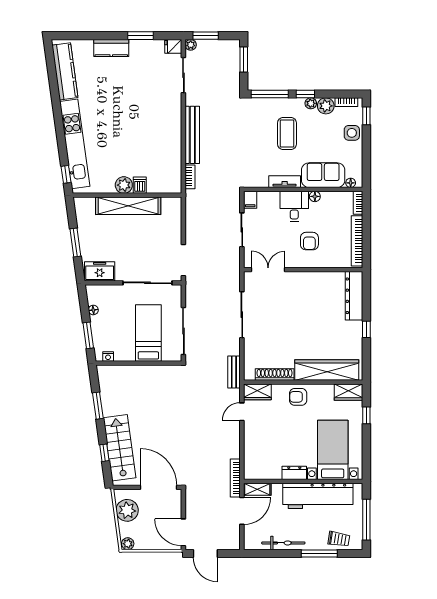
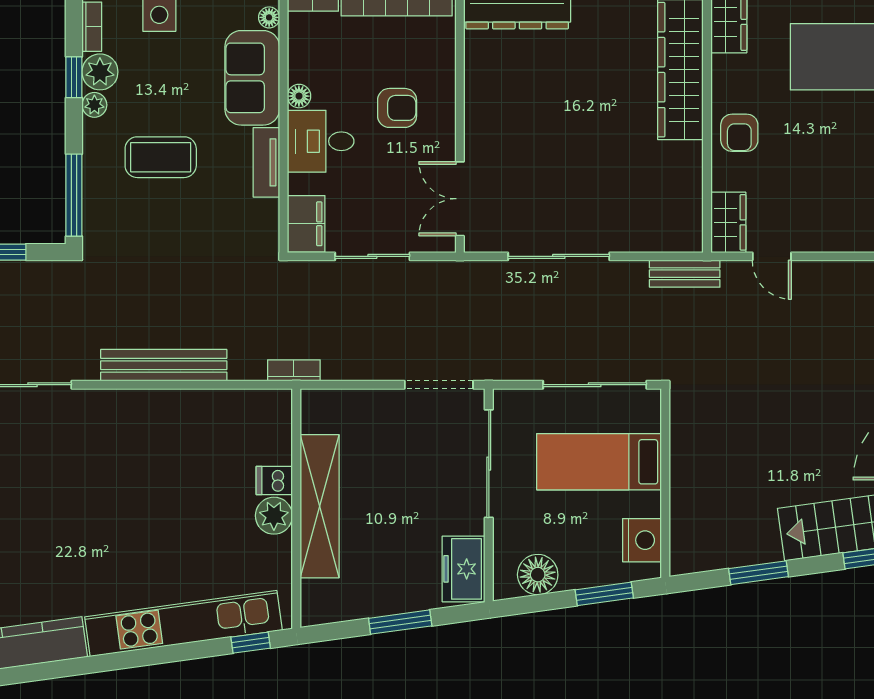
window: (305, 94) -> (74, 77), moved
bookcase: (190, 177) -> (294, 370), moved
filing cabinet: (250, 200) -> (306, 224), width x2.00
floor lamp: (93, 310) -> (538, 575), width x1.89, depth x1.89
nightstand: (108, 356) -> (642, 540), width x1.89, depth x1.79
shoe rack: (275, 374) -> (690, 185), removed

